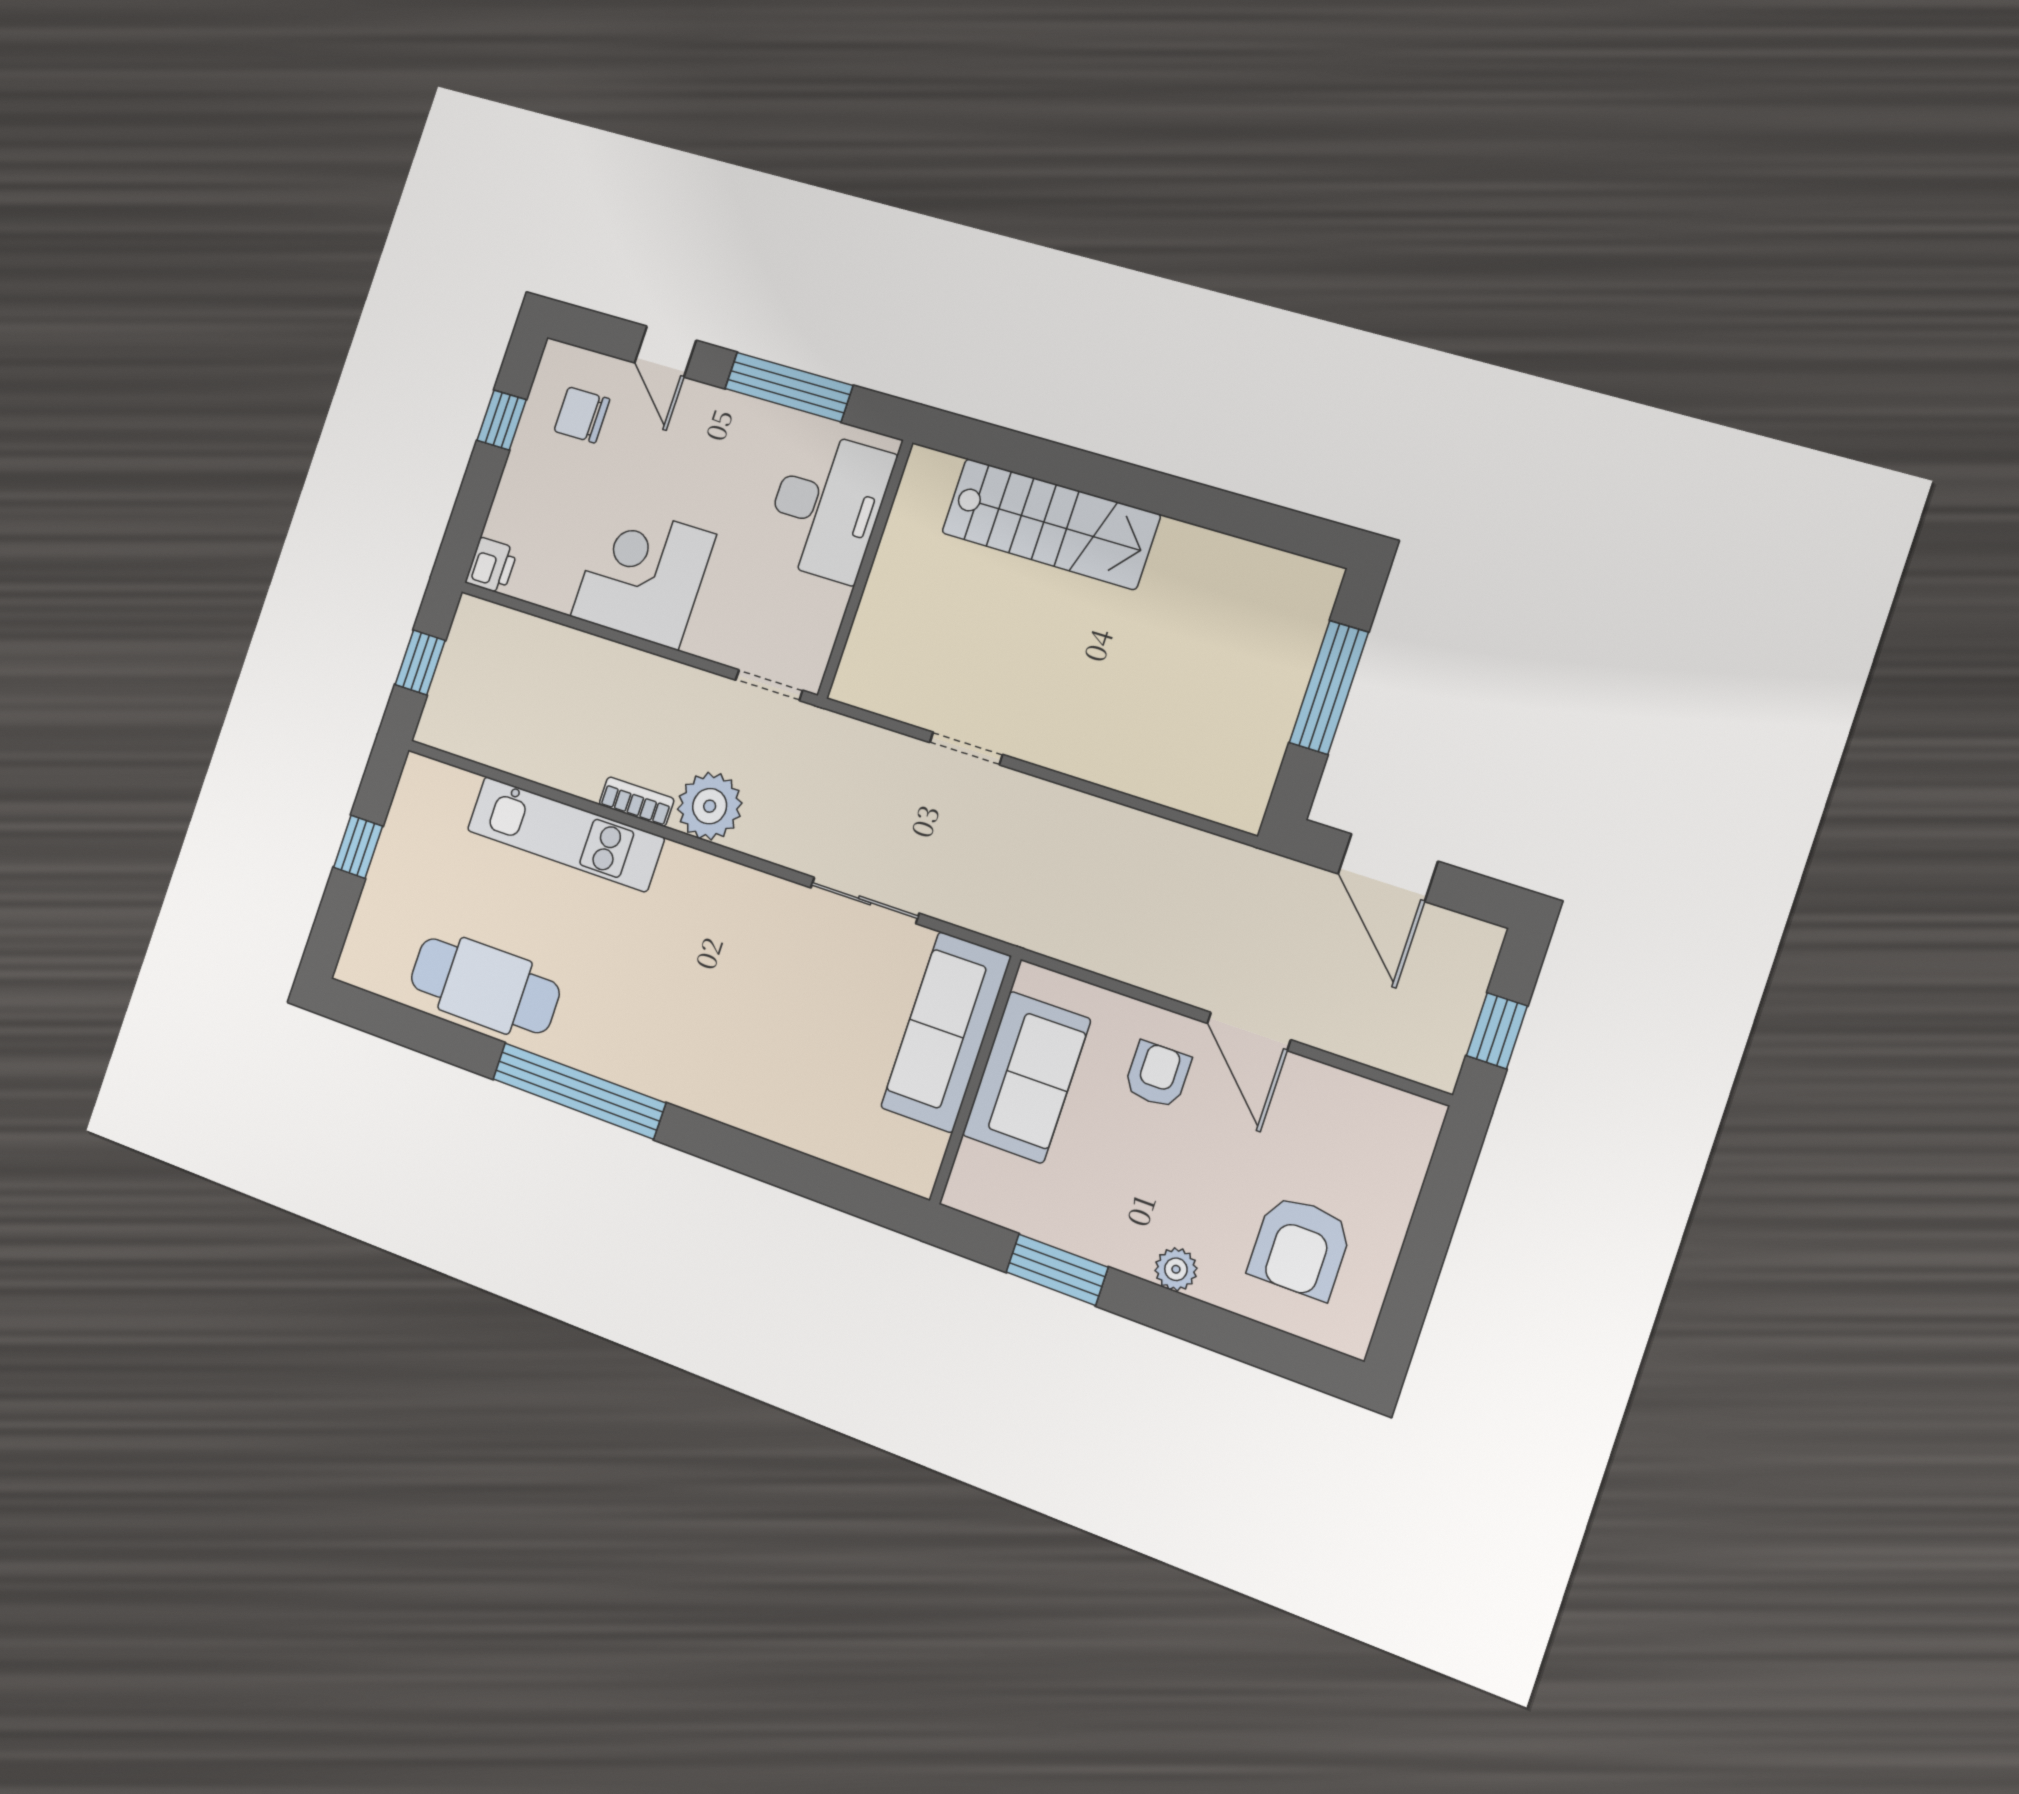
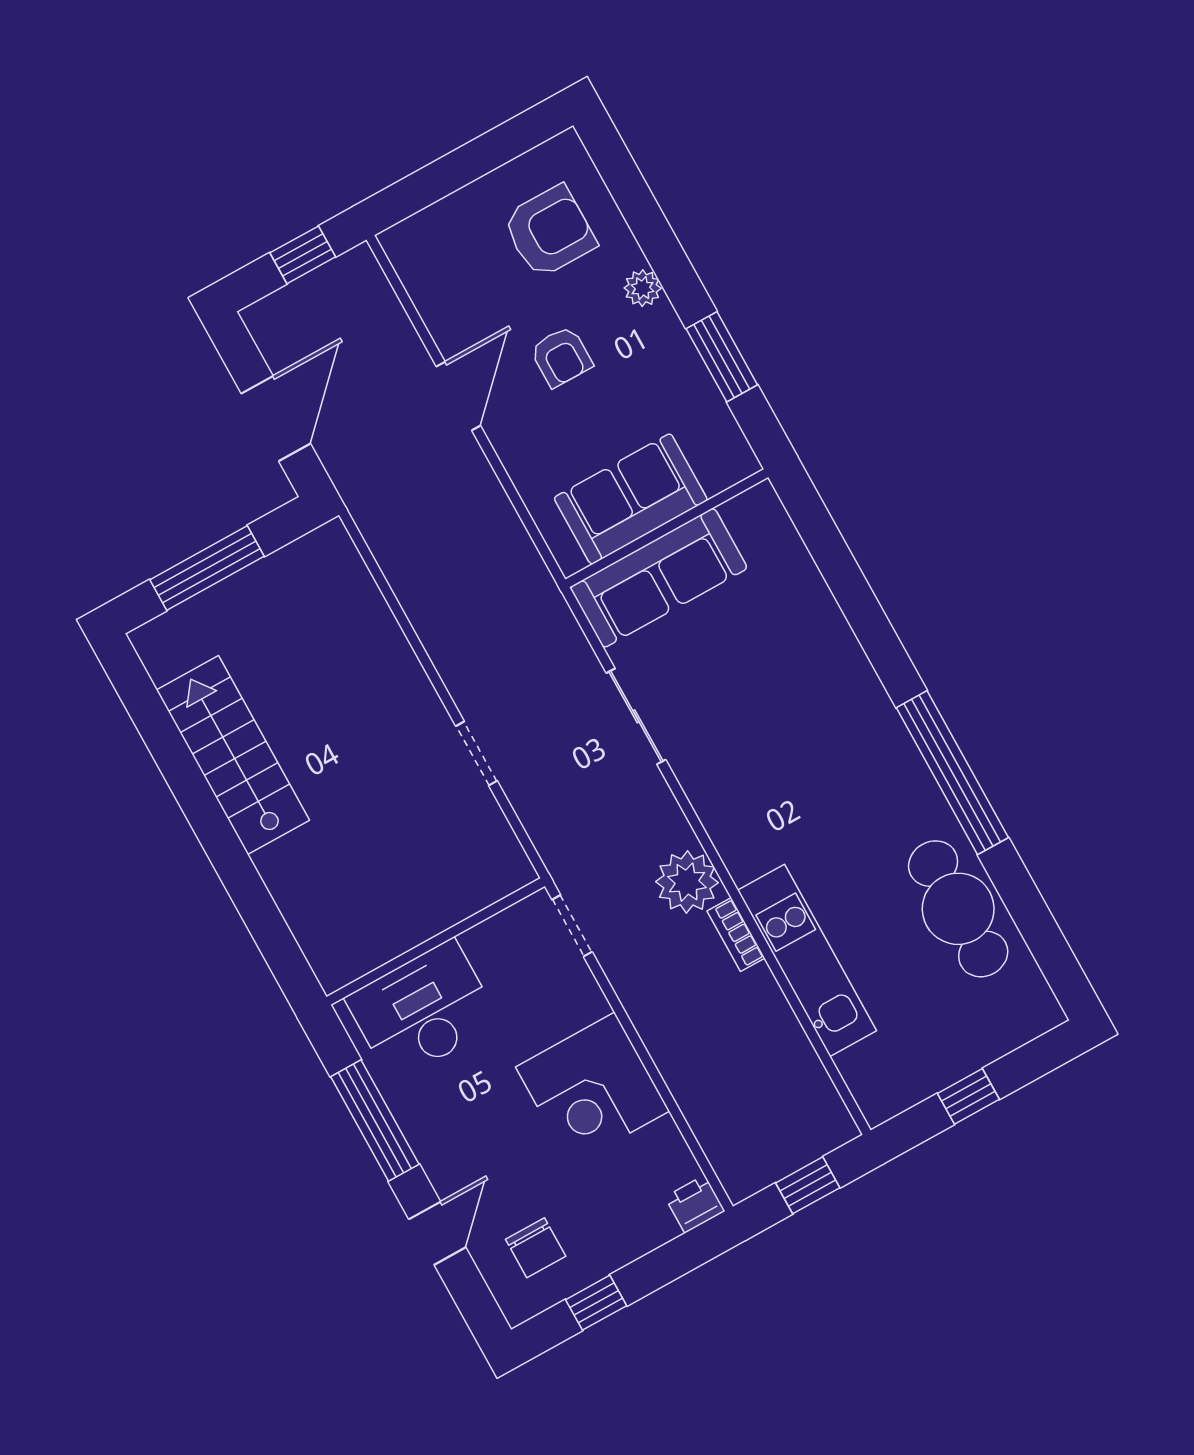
stairs: (1050, 524) -> (233, 755), moved
armchair: (1158, 1075) -> (561, 357), moved, turned -90

